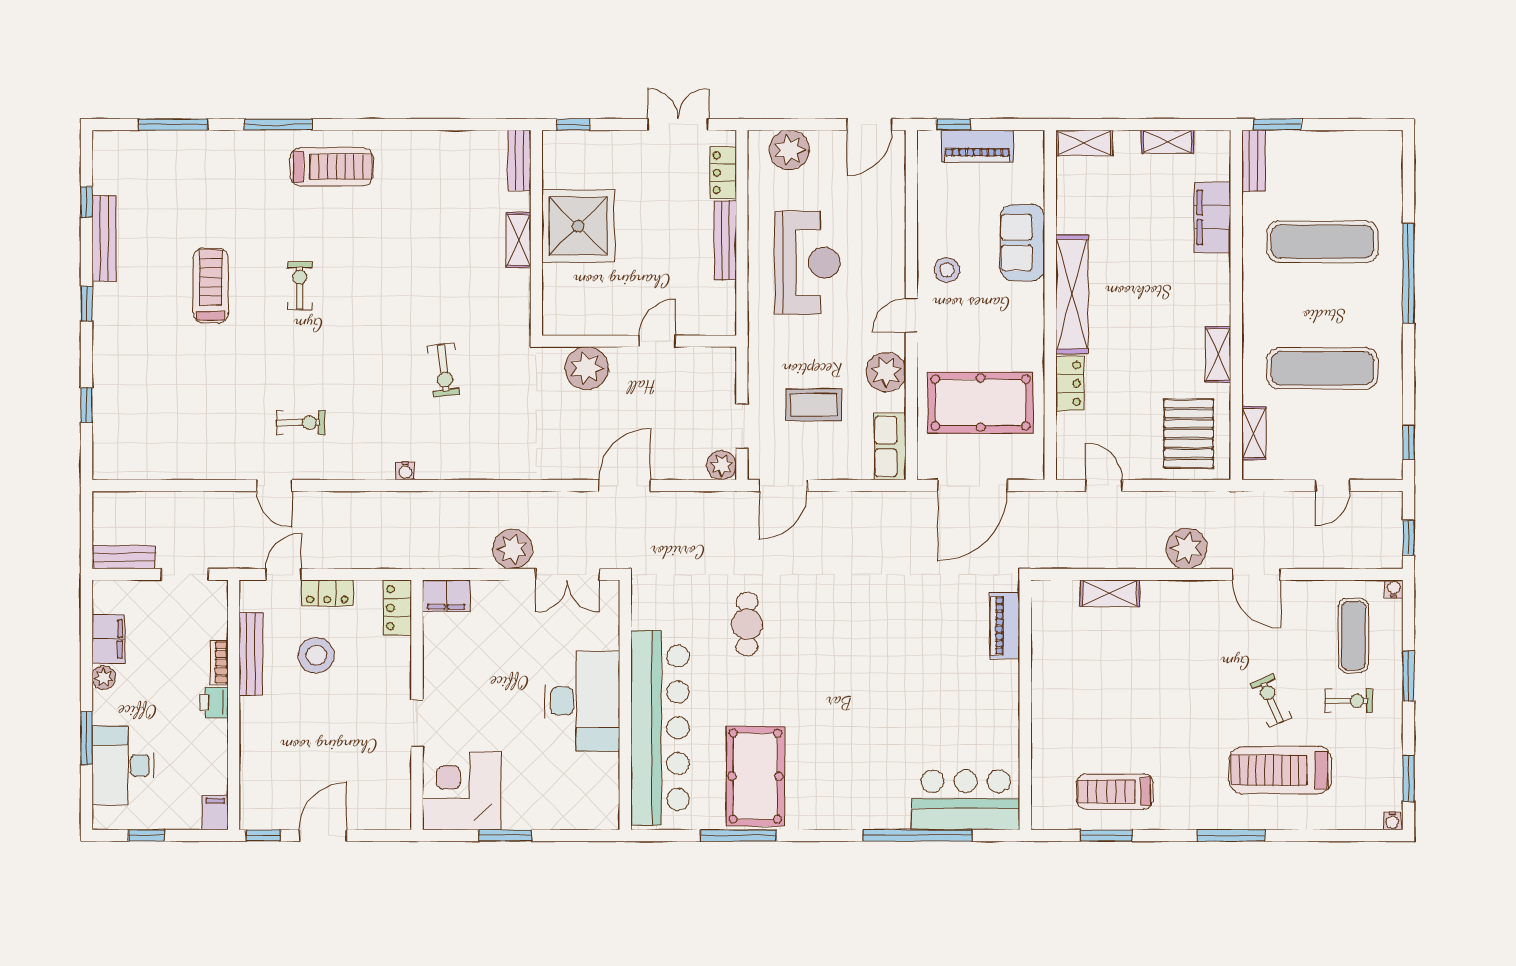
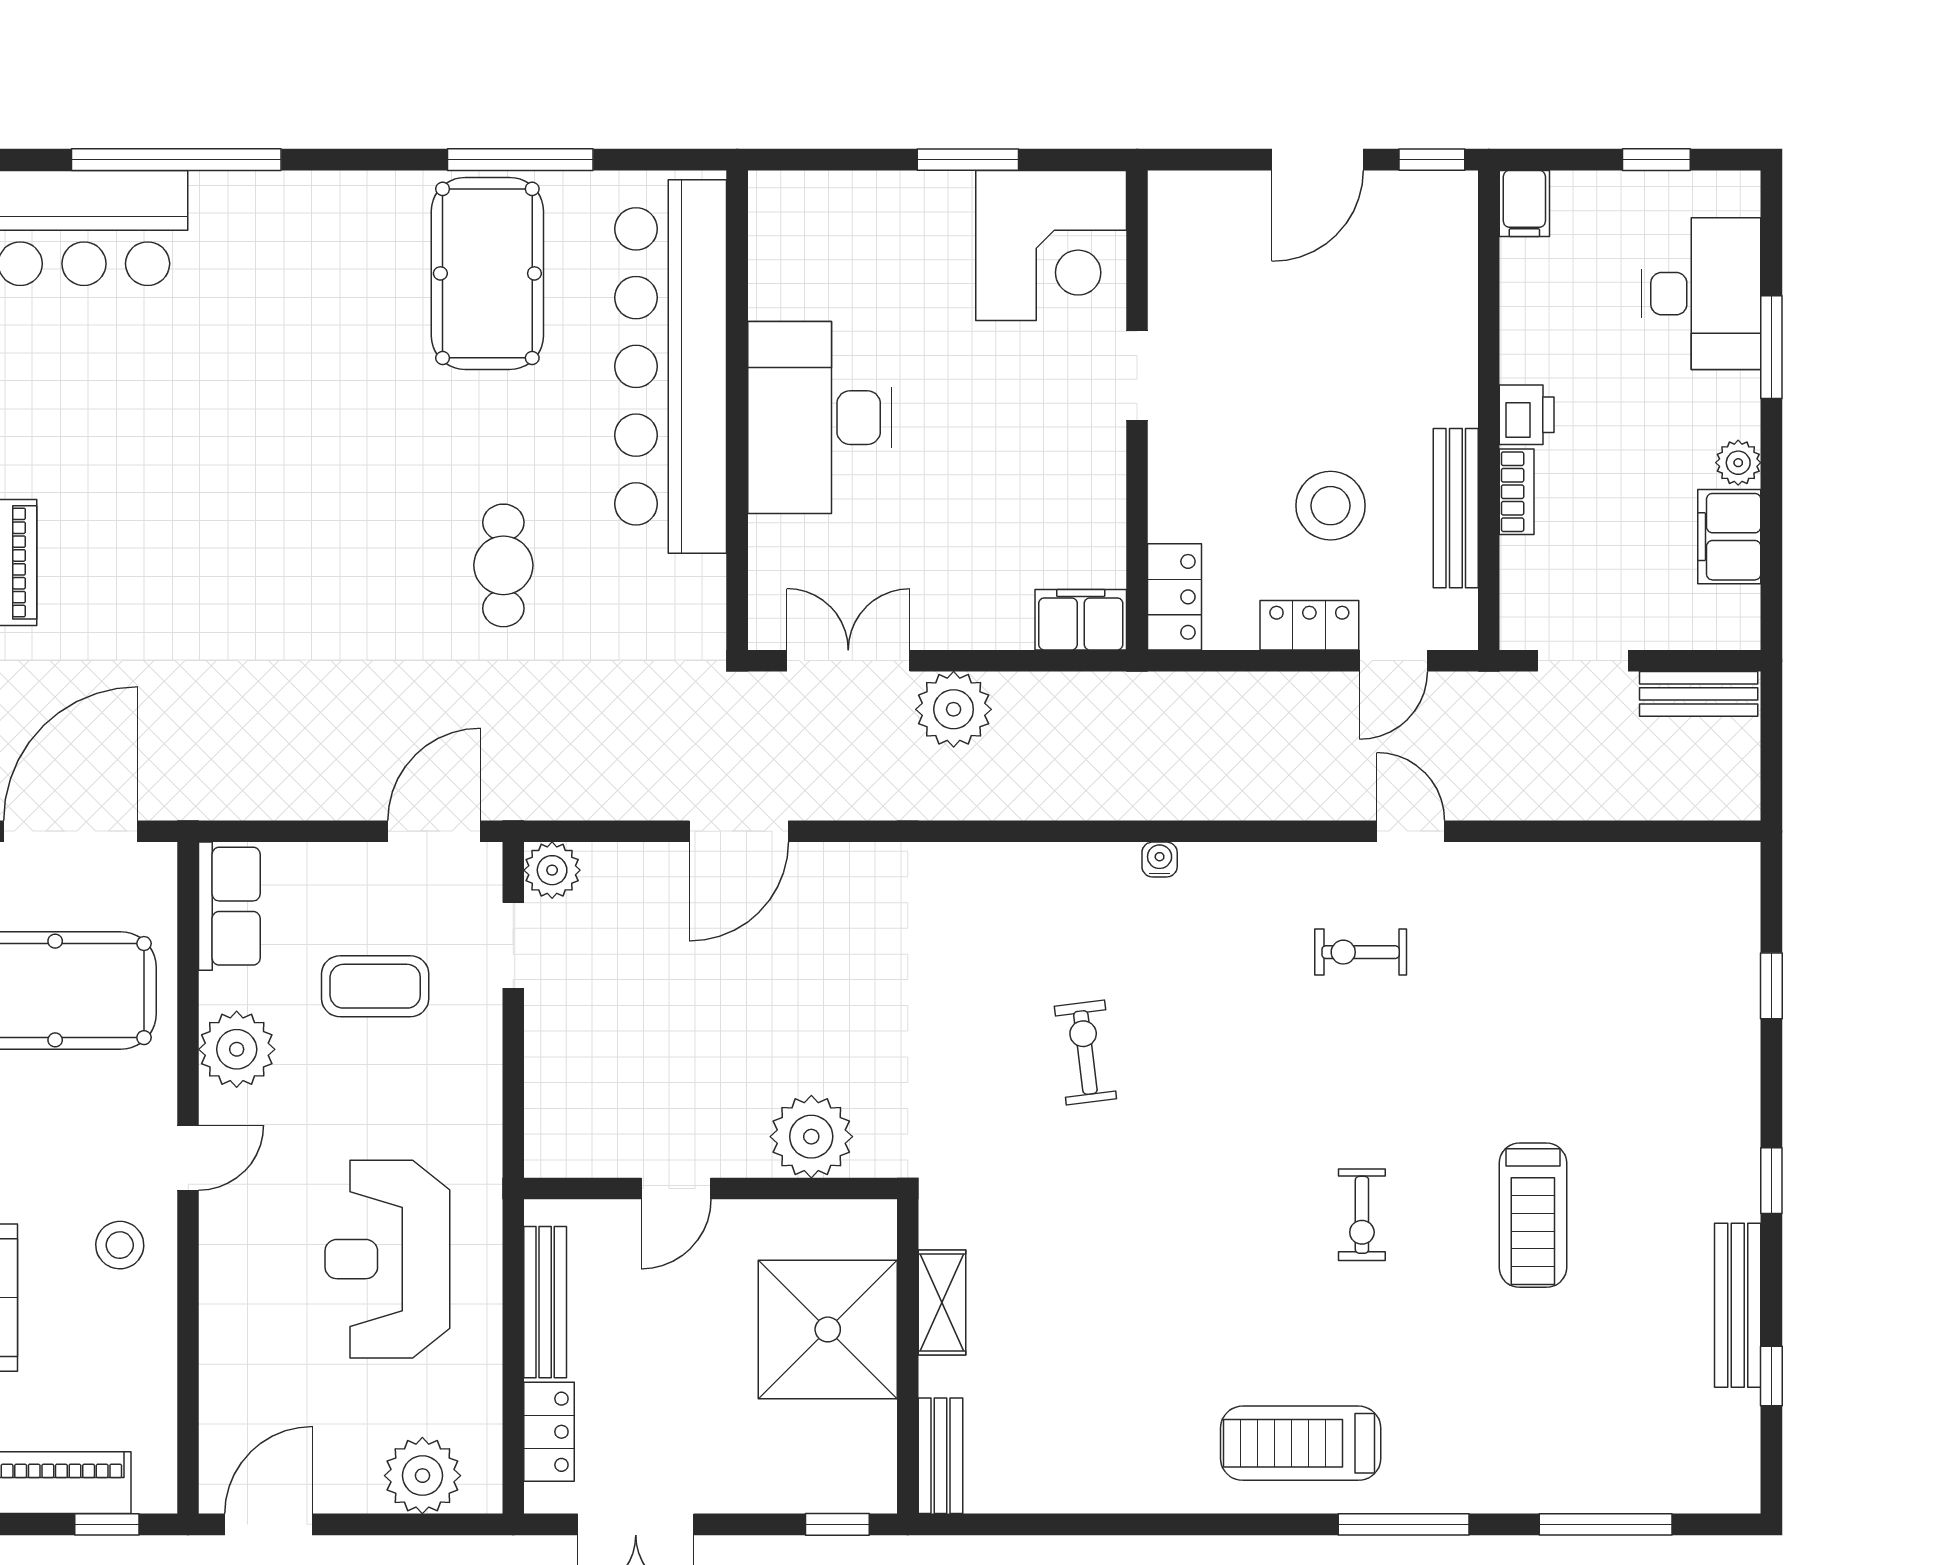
wall: (639, 341) -> (710, 1189), moved
door: (657, 341) -> (676, 1189), moved
plant: (587, 368) -> (811, 1137), moved

